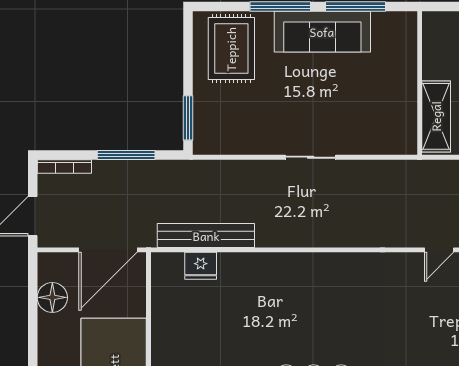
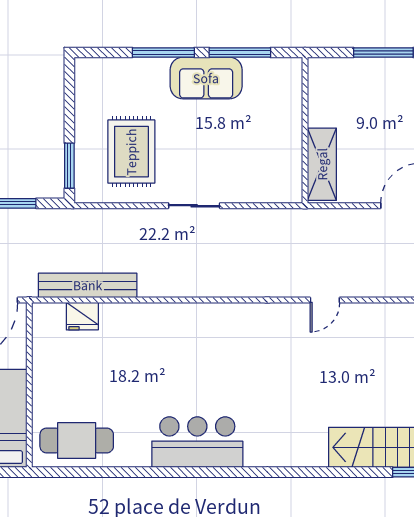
sofa: (322, 32) -> (206, 78), width x0.73
rug: (231, 49) -> (131, 152), moved

